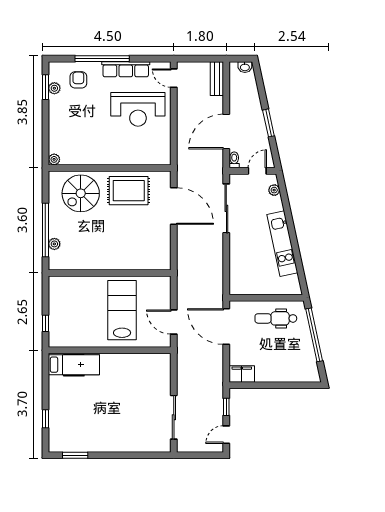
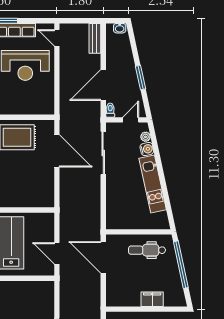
water cooler: (276, 204) -> (147, 149), added
filing cabinet: (242, 374) -> (152, 299), moved

